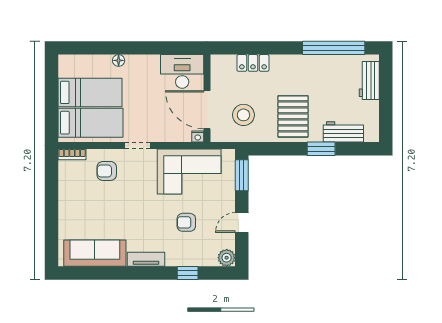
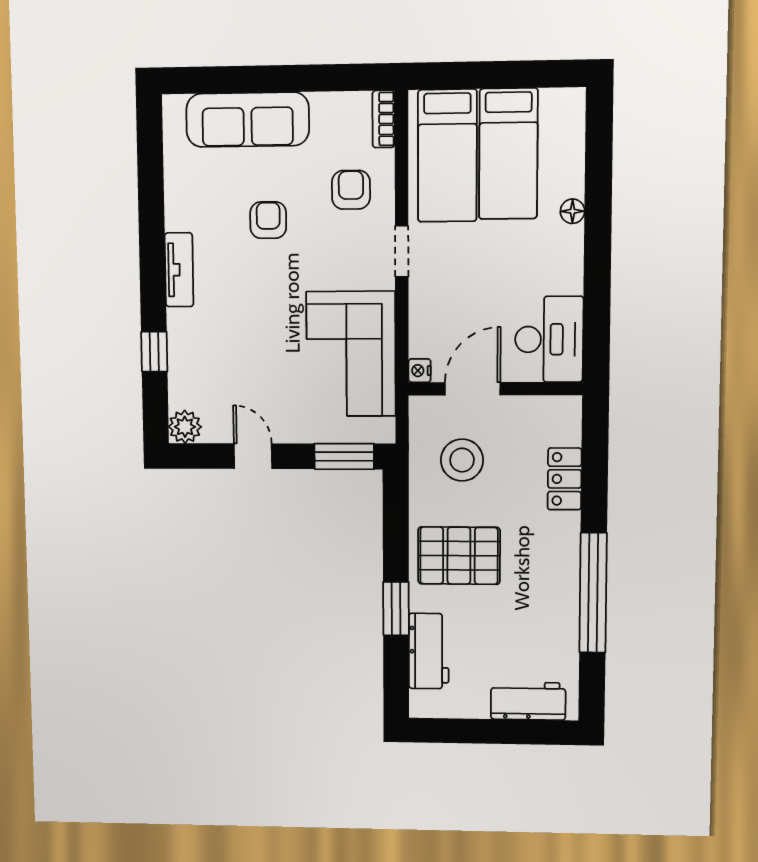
window: (334, 48) -> (593, 593), moved
door: (207, 110) -> (473, 389), width x0.73
armchair: (186, 222) -> (268, 220), moved
sofa: (95, 253) -> (248, 120), moved, turned 90

